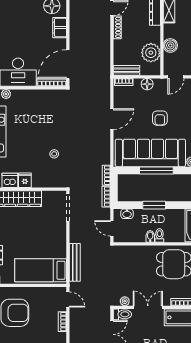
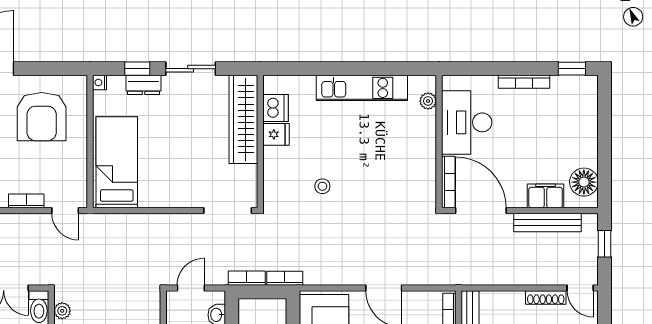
bench: (75, 262) -> (547, 222), moved
door: (68, 300) -> (65, 210), hinge flipped

